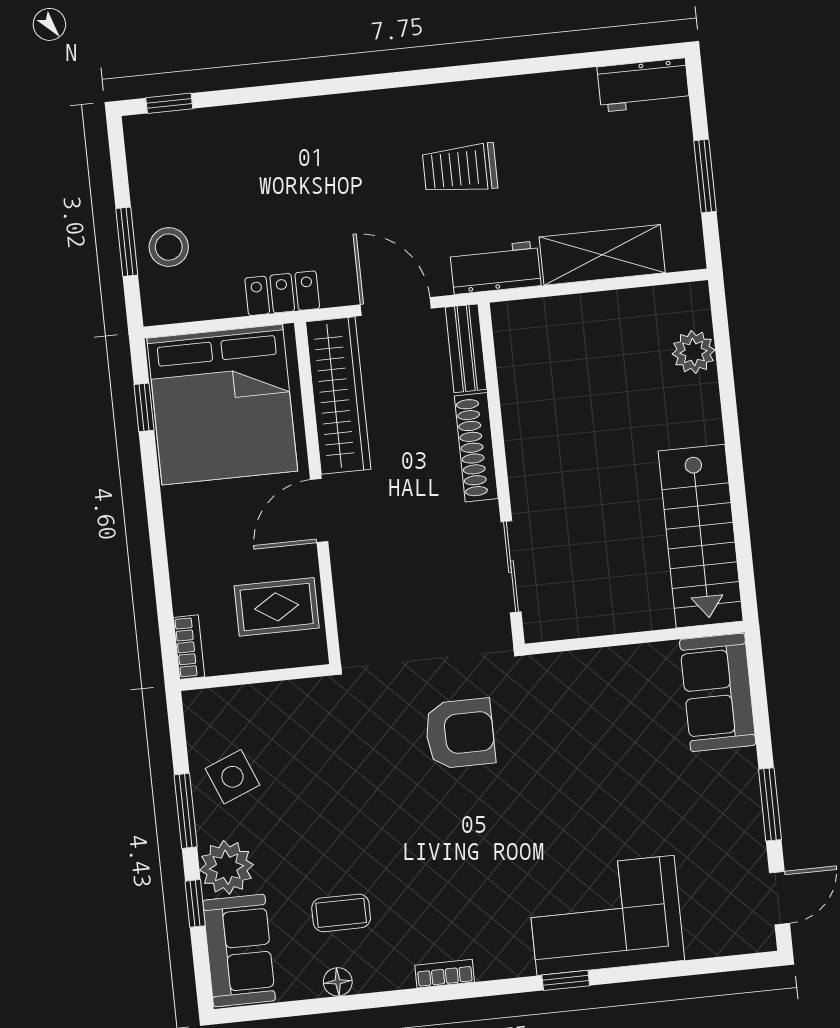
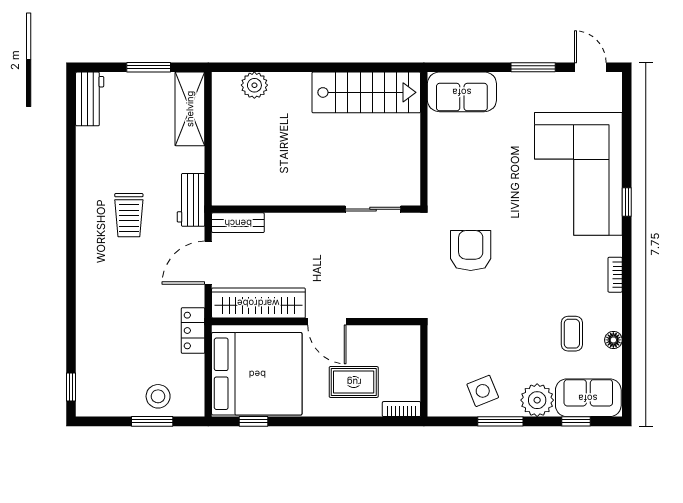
shelving: (602, 255) -> (190, 109), moved
shoe rack: (476, 447) -> (298, 223), removed
rug: (277, 607) -> (354, 382), moved, turned 90
window: (195, 903) -> (576, 421), moved
corner sofa: (605, 915) -> (578, 174), width x1.36, depth x1.36

